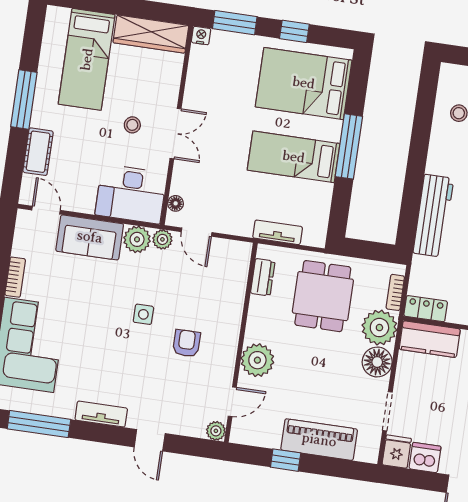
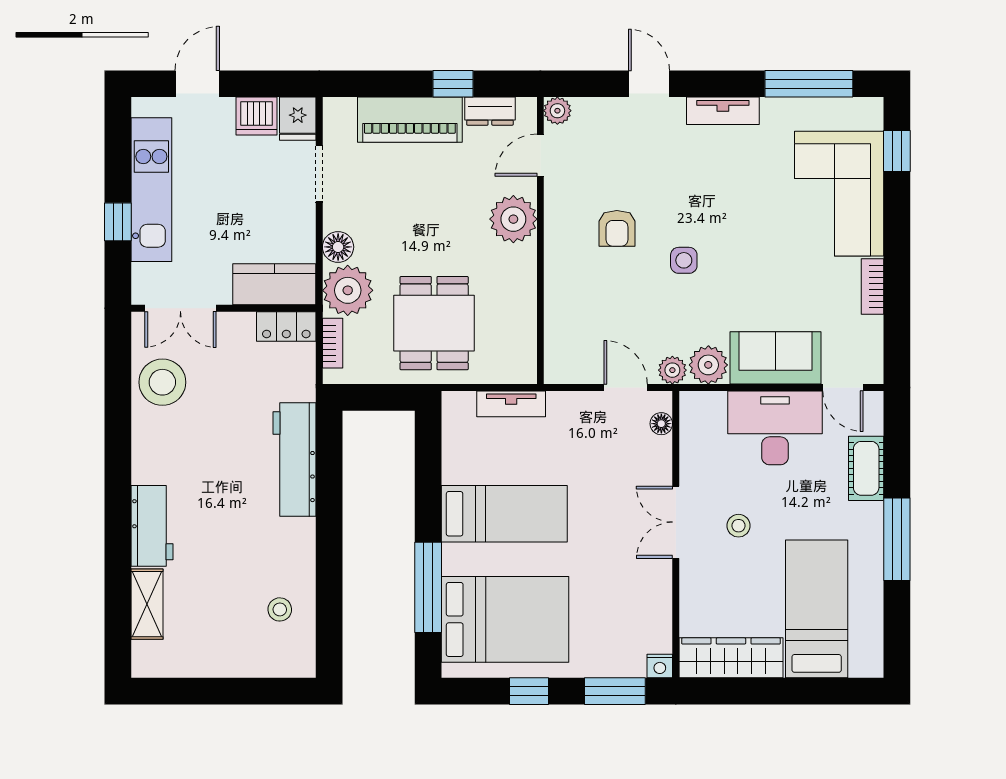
window: (349, 146) -> (428, 587), moved
desk: (131, 194) -> (775, 428), moved
dresser: (263, 277) -> (490, 111), moved, turned -90
floor lamp: (377, 362) -> (338, 247), width x0.73, depth x0.73

